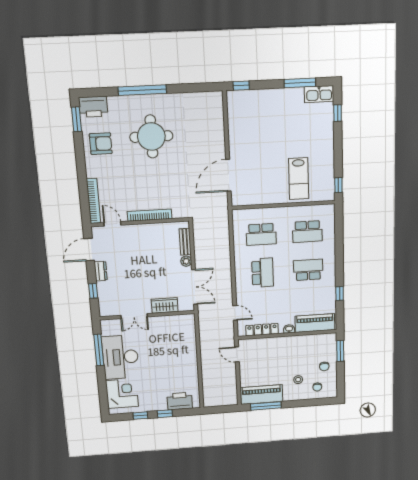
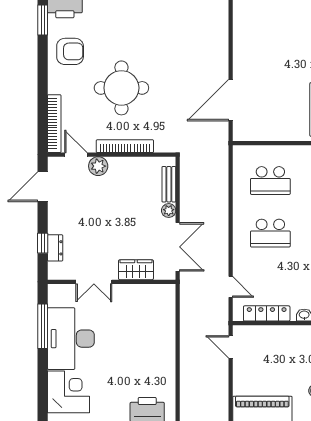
round table: (151, 137) -> (121, 88), moved
plant: (130, 231) -> (98, 166), added
dresser: (101, 271) -> (55, 248), moved
school desk: (263, 273) -> (270, 233), turned 90

